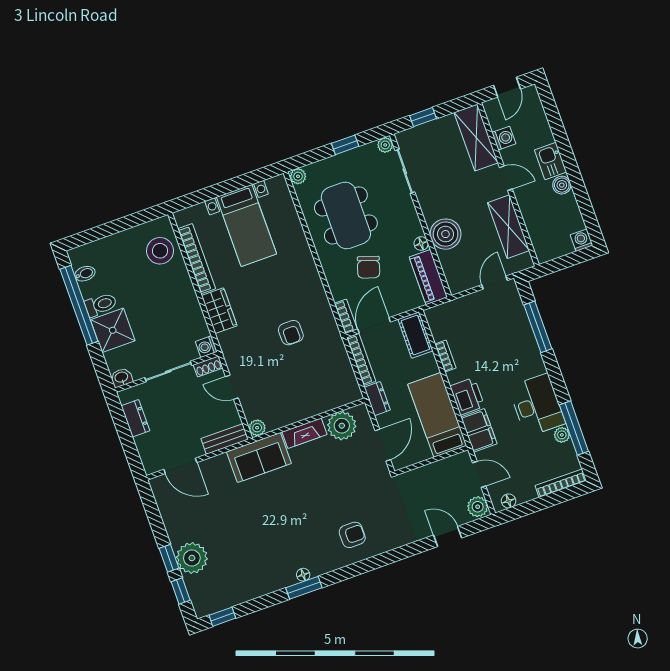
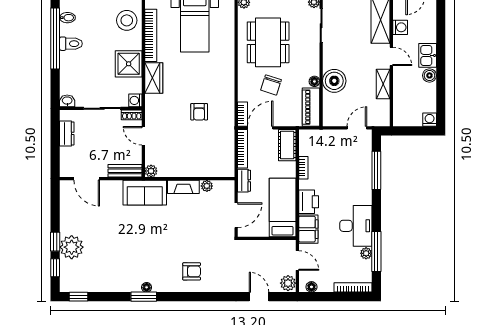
shelving: (508, 227) -> (383, 84), width x0.67, depth x0.75
shower: (113, 330) -> (129, 64), moved
plant: (342, 426) -> (207, 186), width x0.53, depth x0.53

